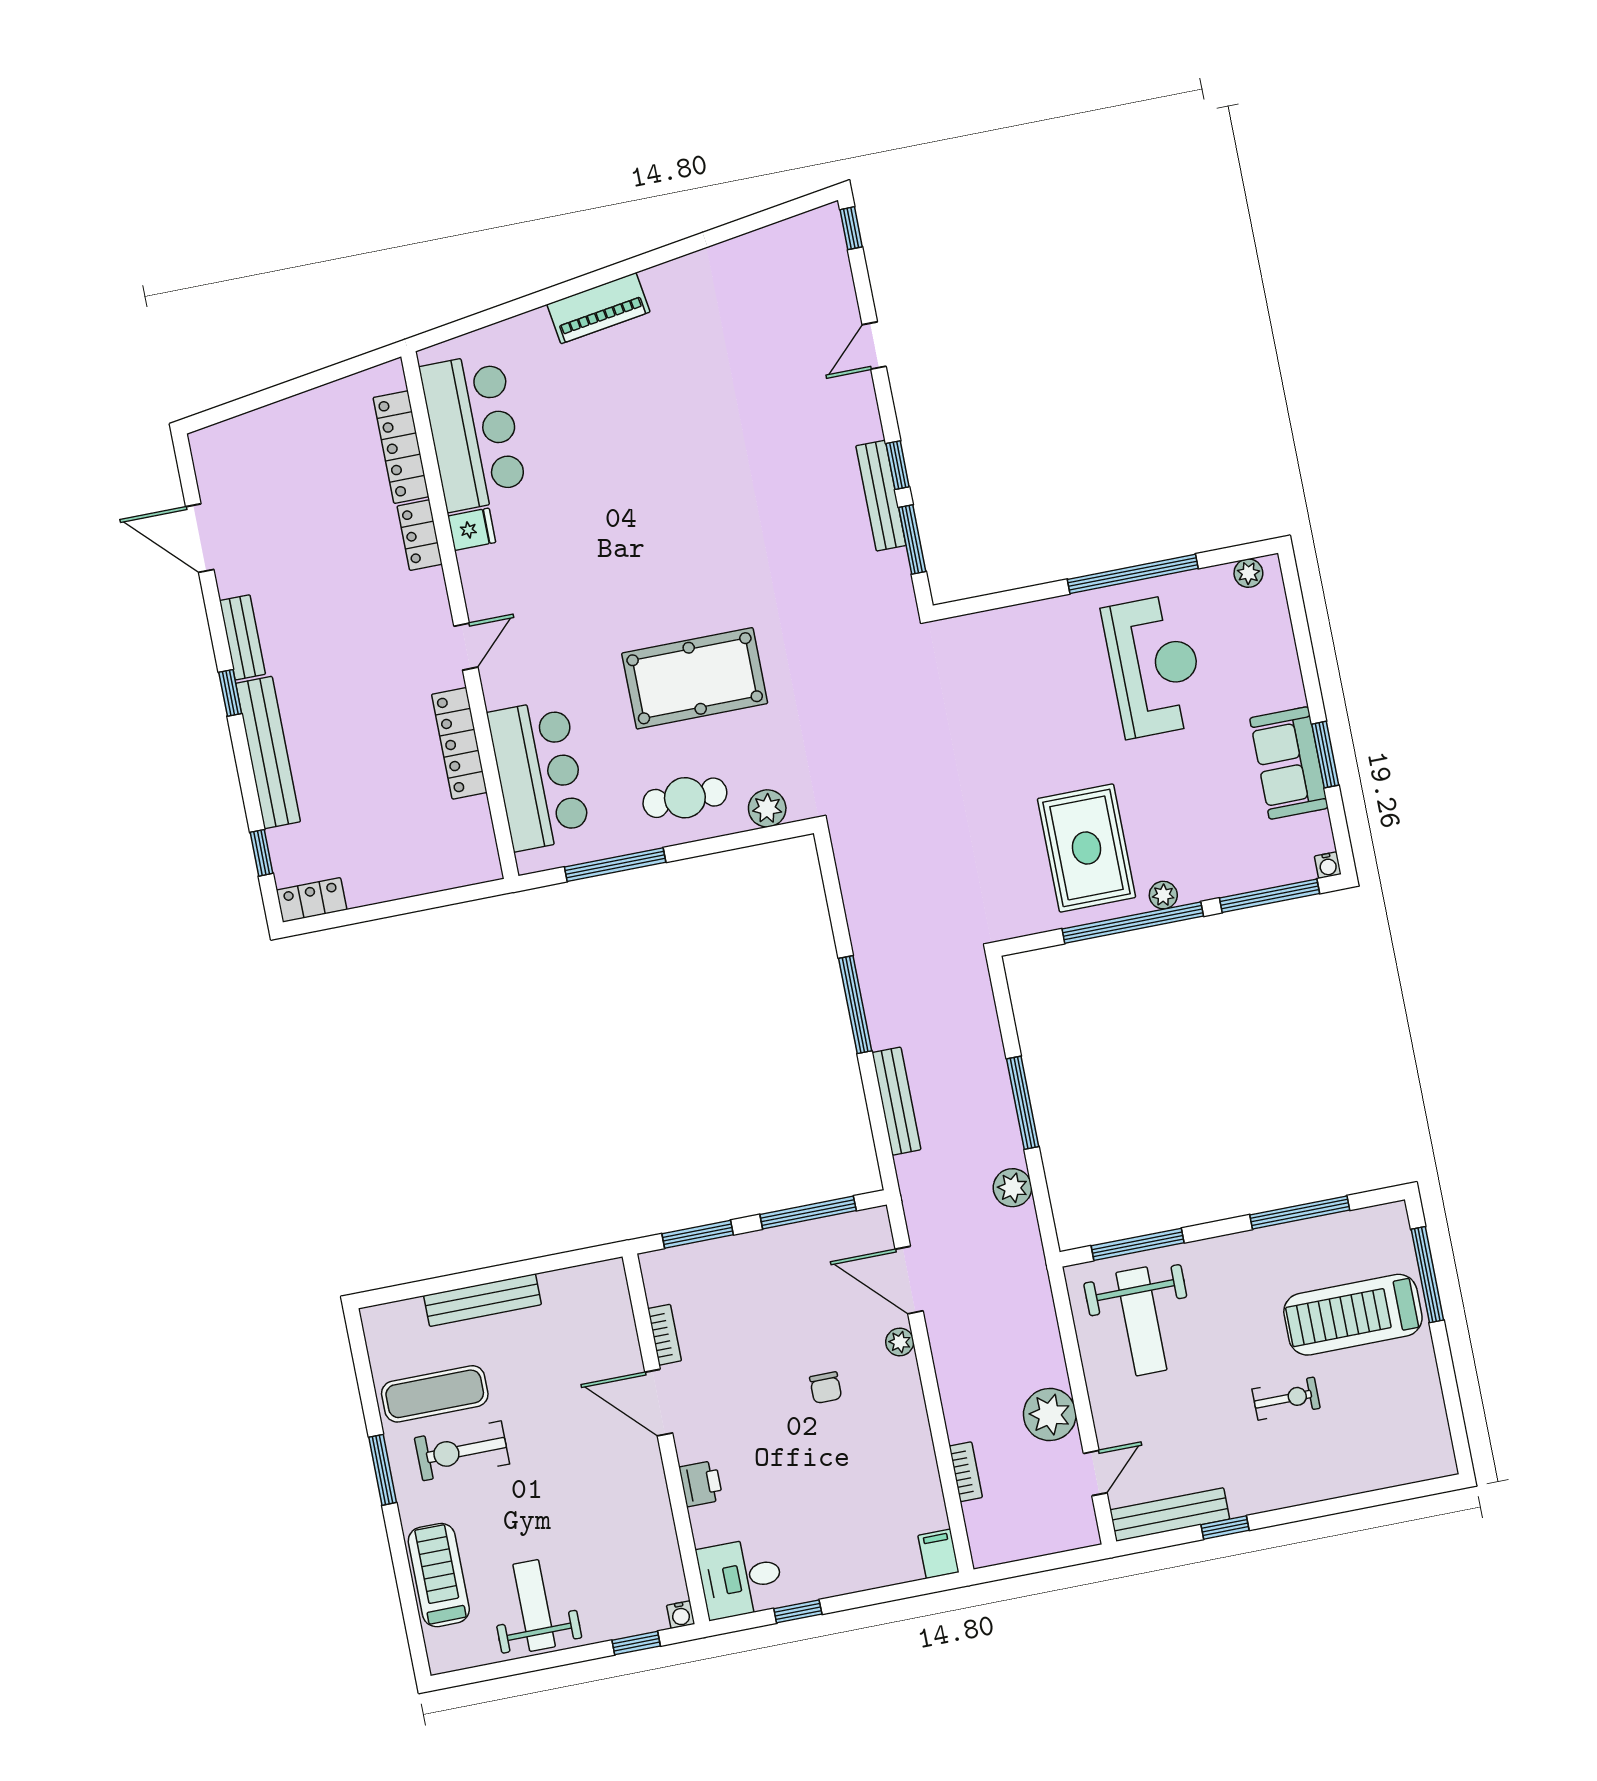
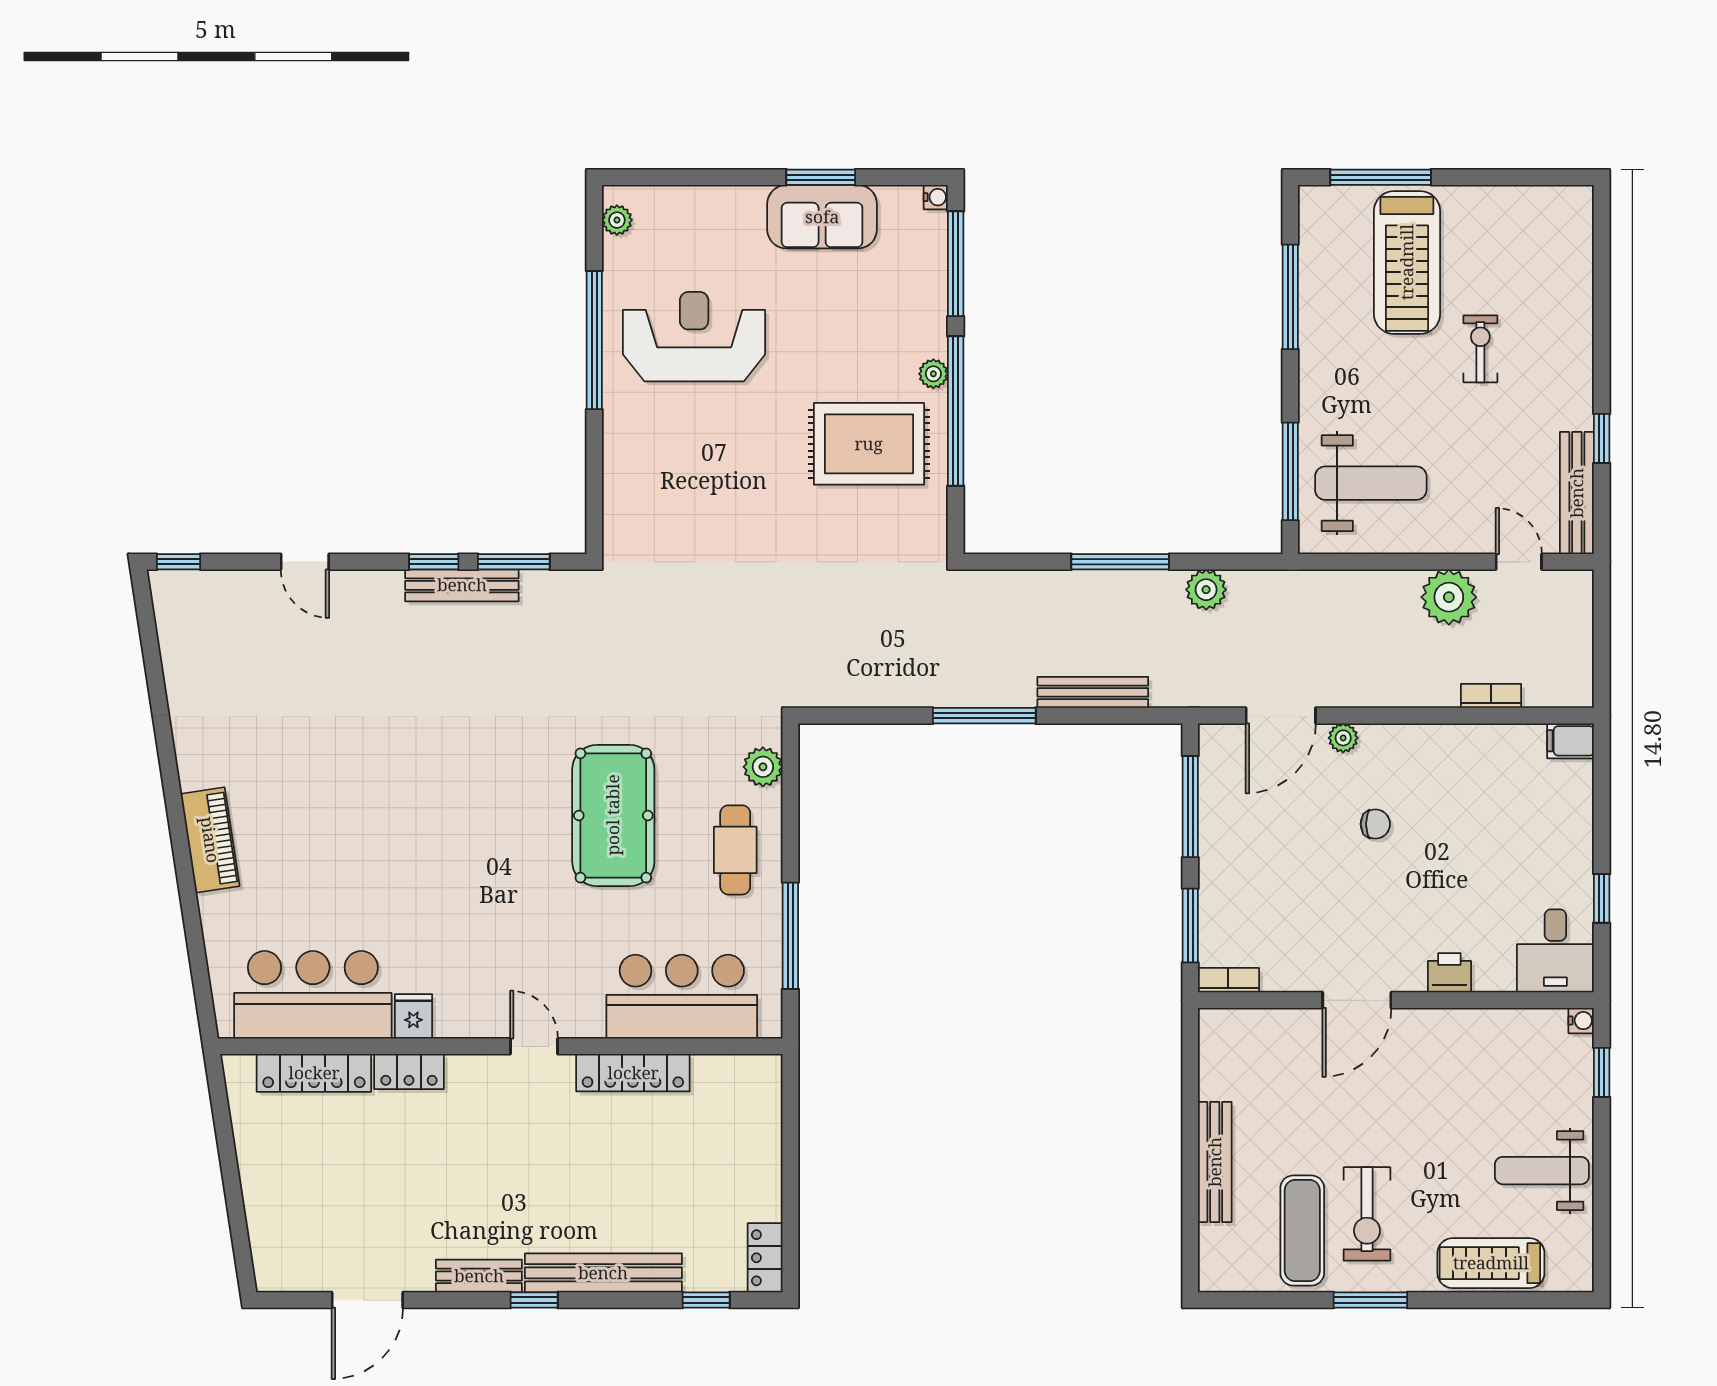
bookcase: (665, 1335) -> (1228, 980), moved

